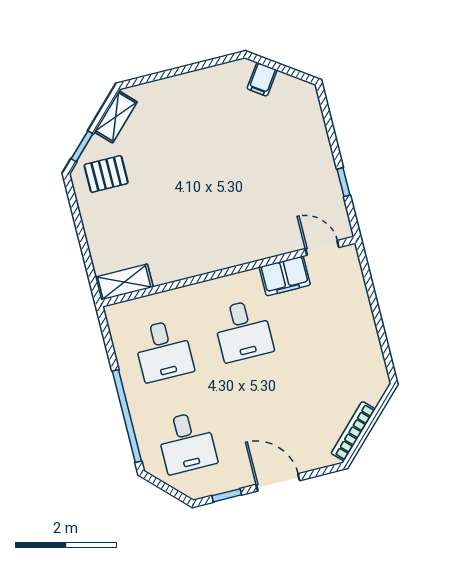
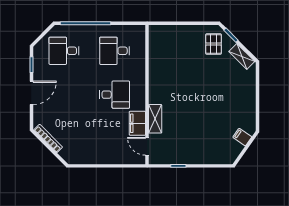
door: (322, 248) -> (147, 146), swing flipped
shelving: (124, 282) -> (155, 119), moved
desk: (243, 331) -> (115, 95), turned 180

